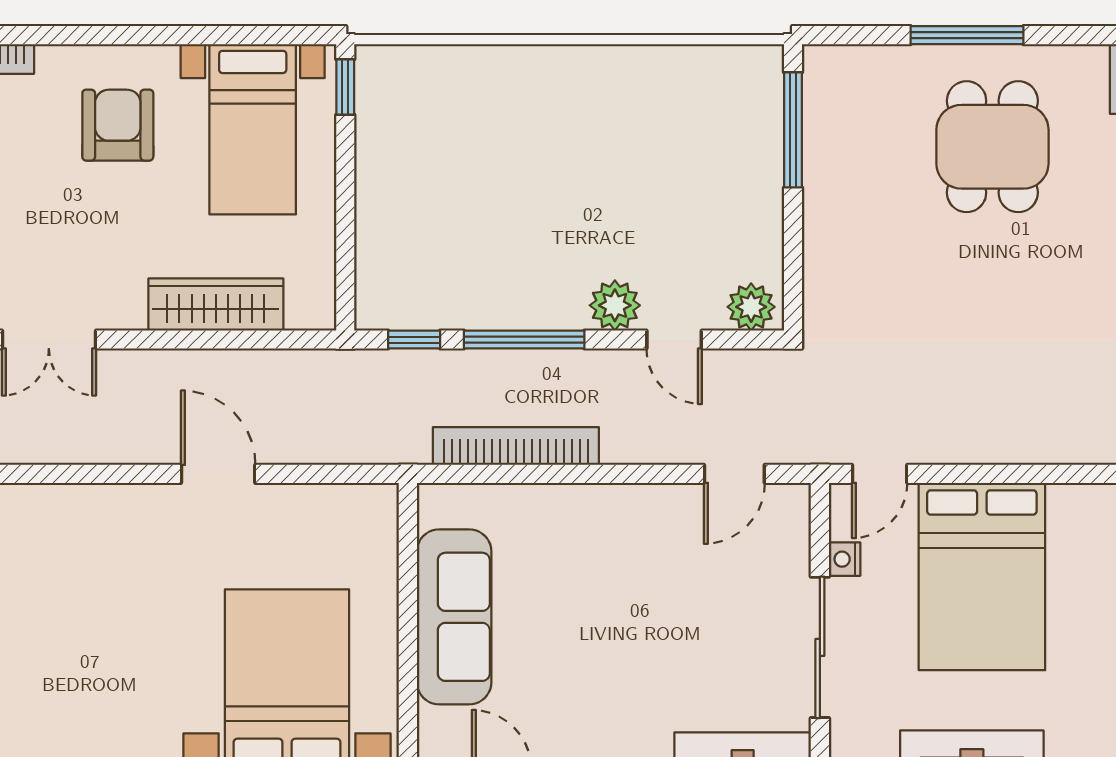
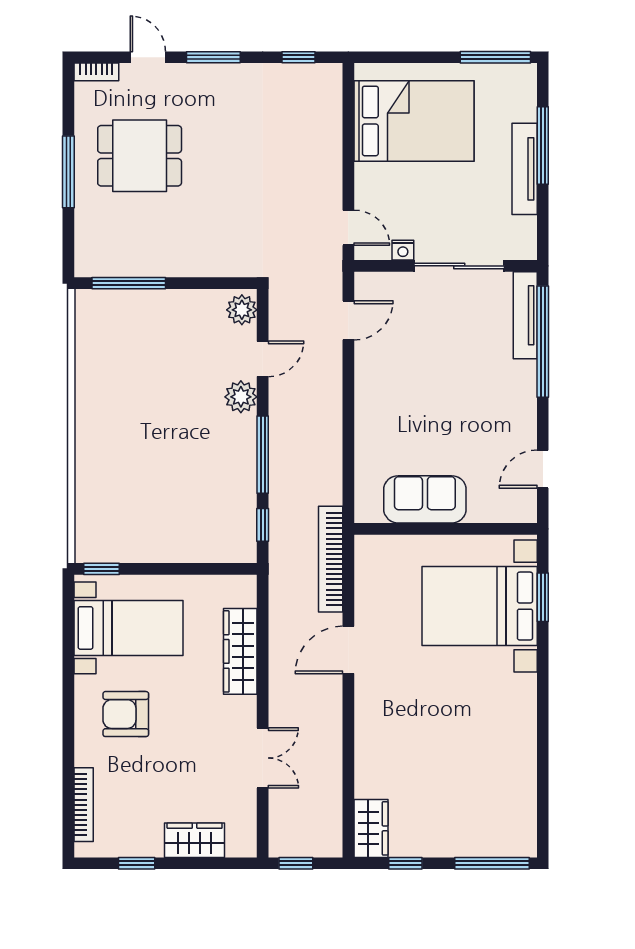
bookcase: (516, 446) -> (331, 559), moved
door: (734, 474) -> (348, 320), hinge flipped
bed: (982, 577) -> (414, 121), moved
sofa: (454, 617) -> (425, 499), width x0.73

